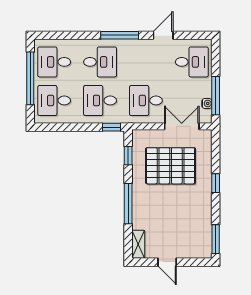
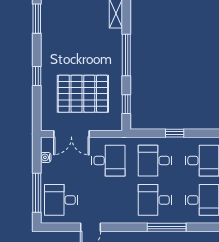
window: (120, 35) -> (167, 227), moved
window: (216, 96) -> (37, 193), moved
desk: (100, 100) -> (155, 161), turned 180
window: (112, 127) -> (175, 133), moved

